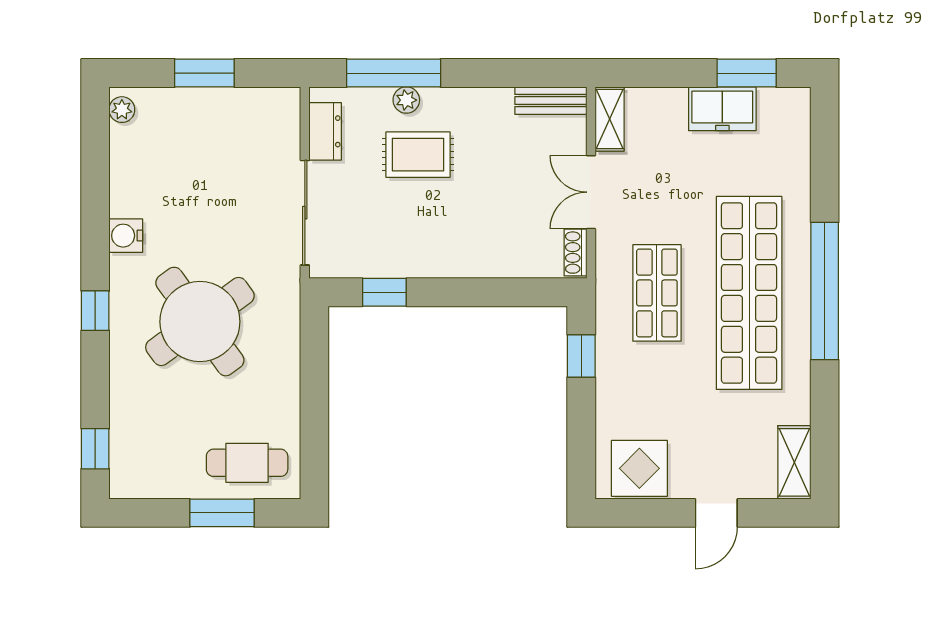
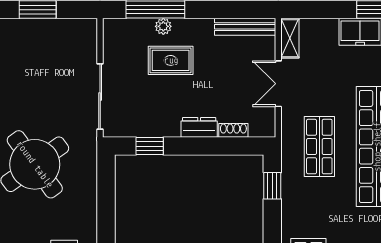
bench: (551, 101) -> (245, 27), width x1.36
dresser: (325, 131) -> (199, 127), moved, turned -90
shoe rack: (575, 253) -> (233, 130), moved, turned 90

